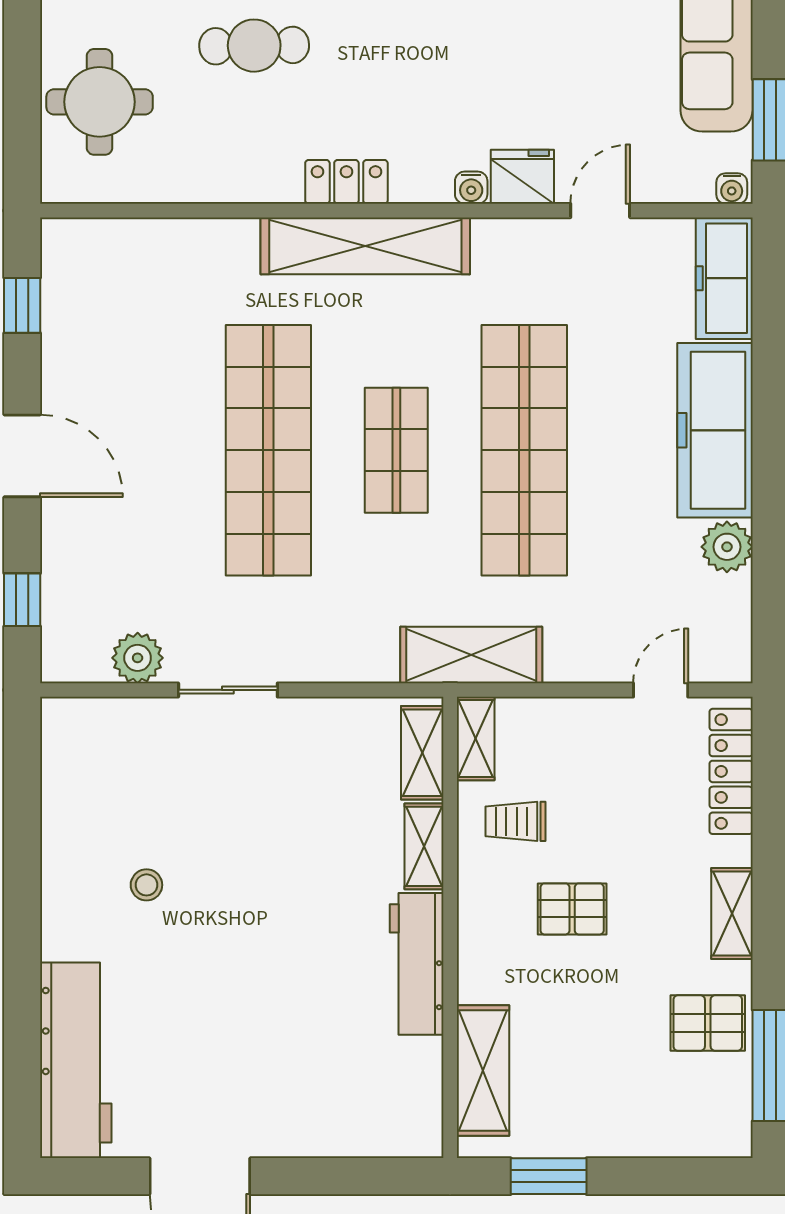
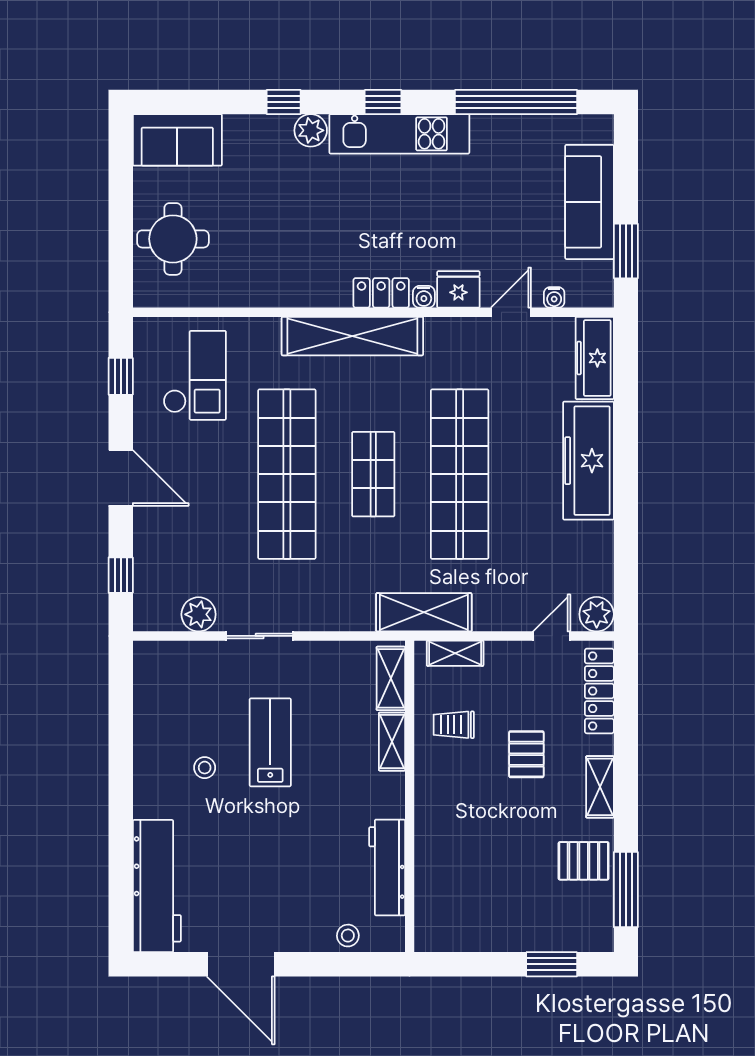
cafe table: (254, 46) -> (277, 201), removed
locker: (346, 182) -> (381, 293), moved
water cooler: (732, 189) -> (554, 297), moved
checkout: (132, 304) -> (195, 375), added
plant: (727, 547) -> (597, 614), moved
shelving: (476, 739) -> (455, 653), moved, turned 90
lab bench: (244, 848) -> (270, 742), added
pallet: (572, 909) -> (526, 754), moved, turned 90
workbench: (417, 964) -> (387, 867), moved
shelving: (483, 1071) -> (432, 893), removed
stool: (359, 1134) -> (348, 936), added
window: (549, 1176) -> (552, 964), moved

